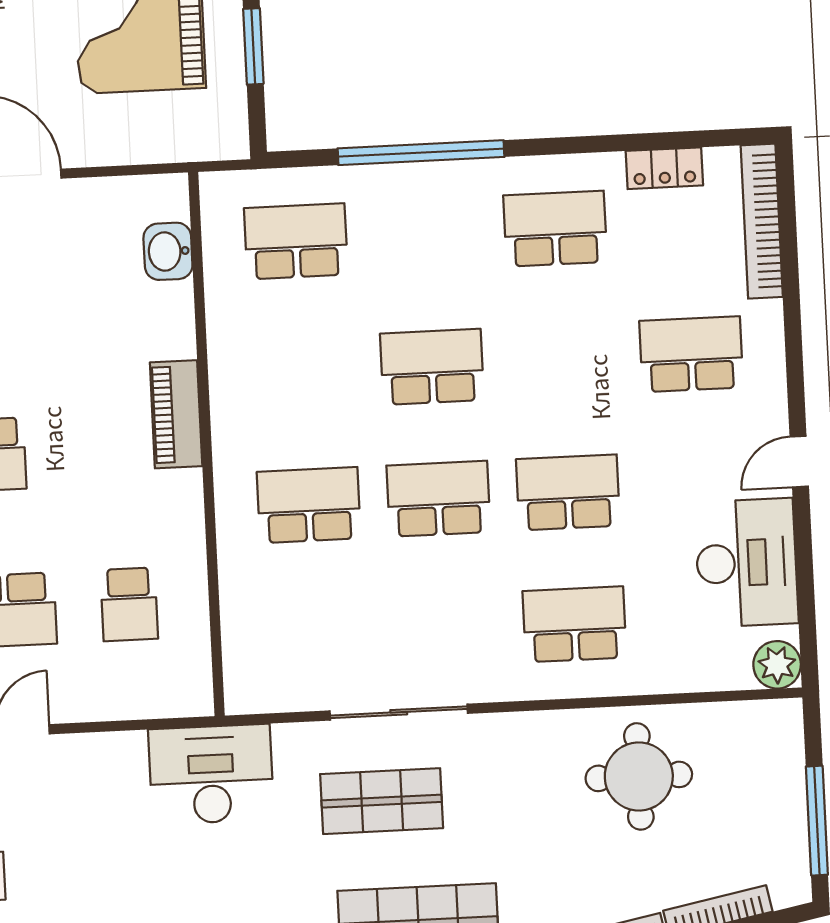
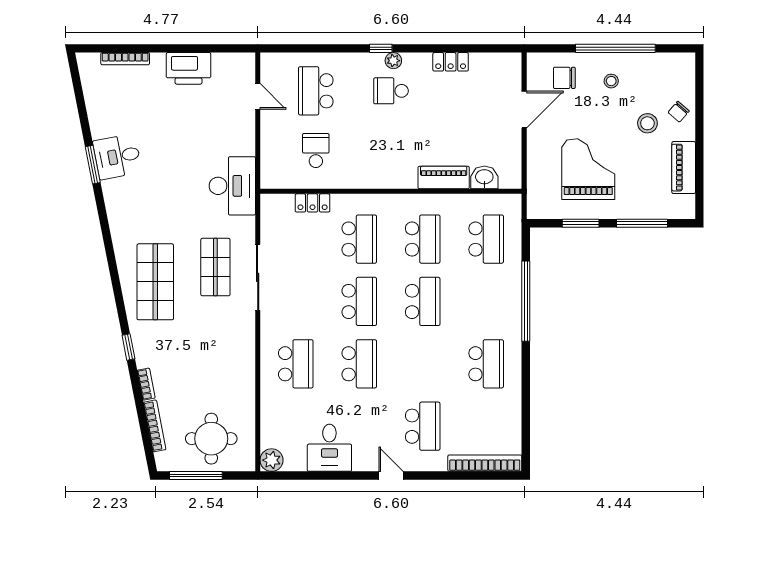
locker: (664, 168) -> (313, 203), moved, turned -90
school desk: (302, 373) -> (423, 239), added
piano: (176, 414) -> (444, 177), moved
door: (799, 462) -> (391, 476), moved
desk: (746, 563) -> (329, 448), width x0.73
school desk: (129, 604) -> (316, 150), turned 90
round table: (639, 776) -> (211, 439), moved

